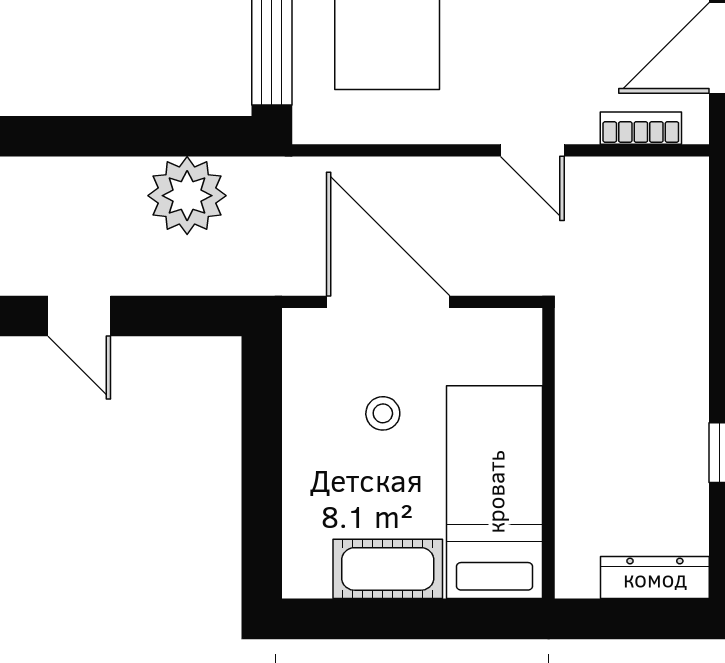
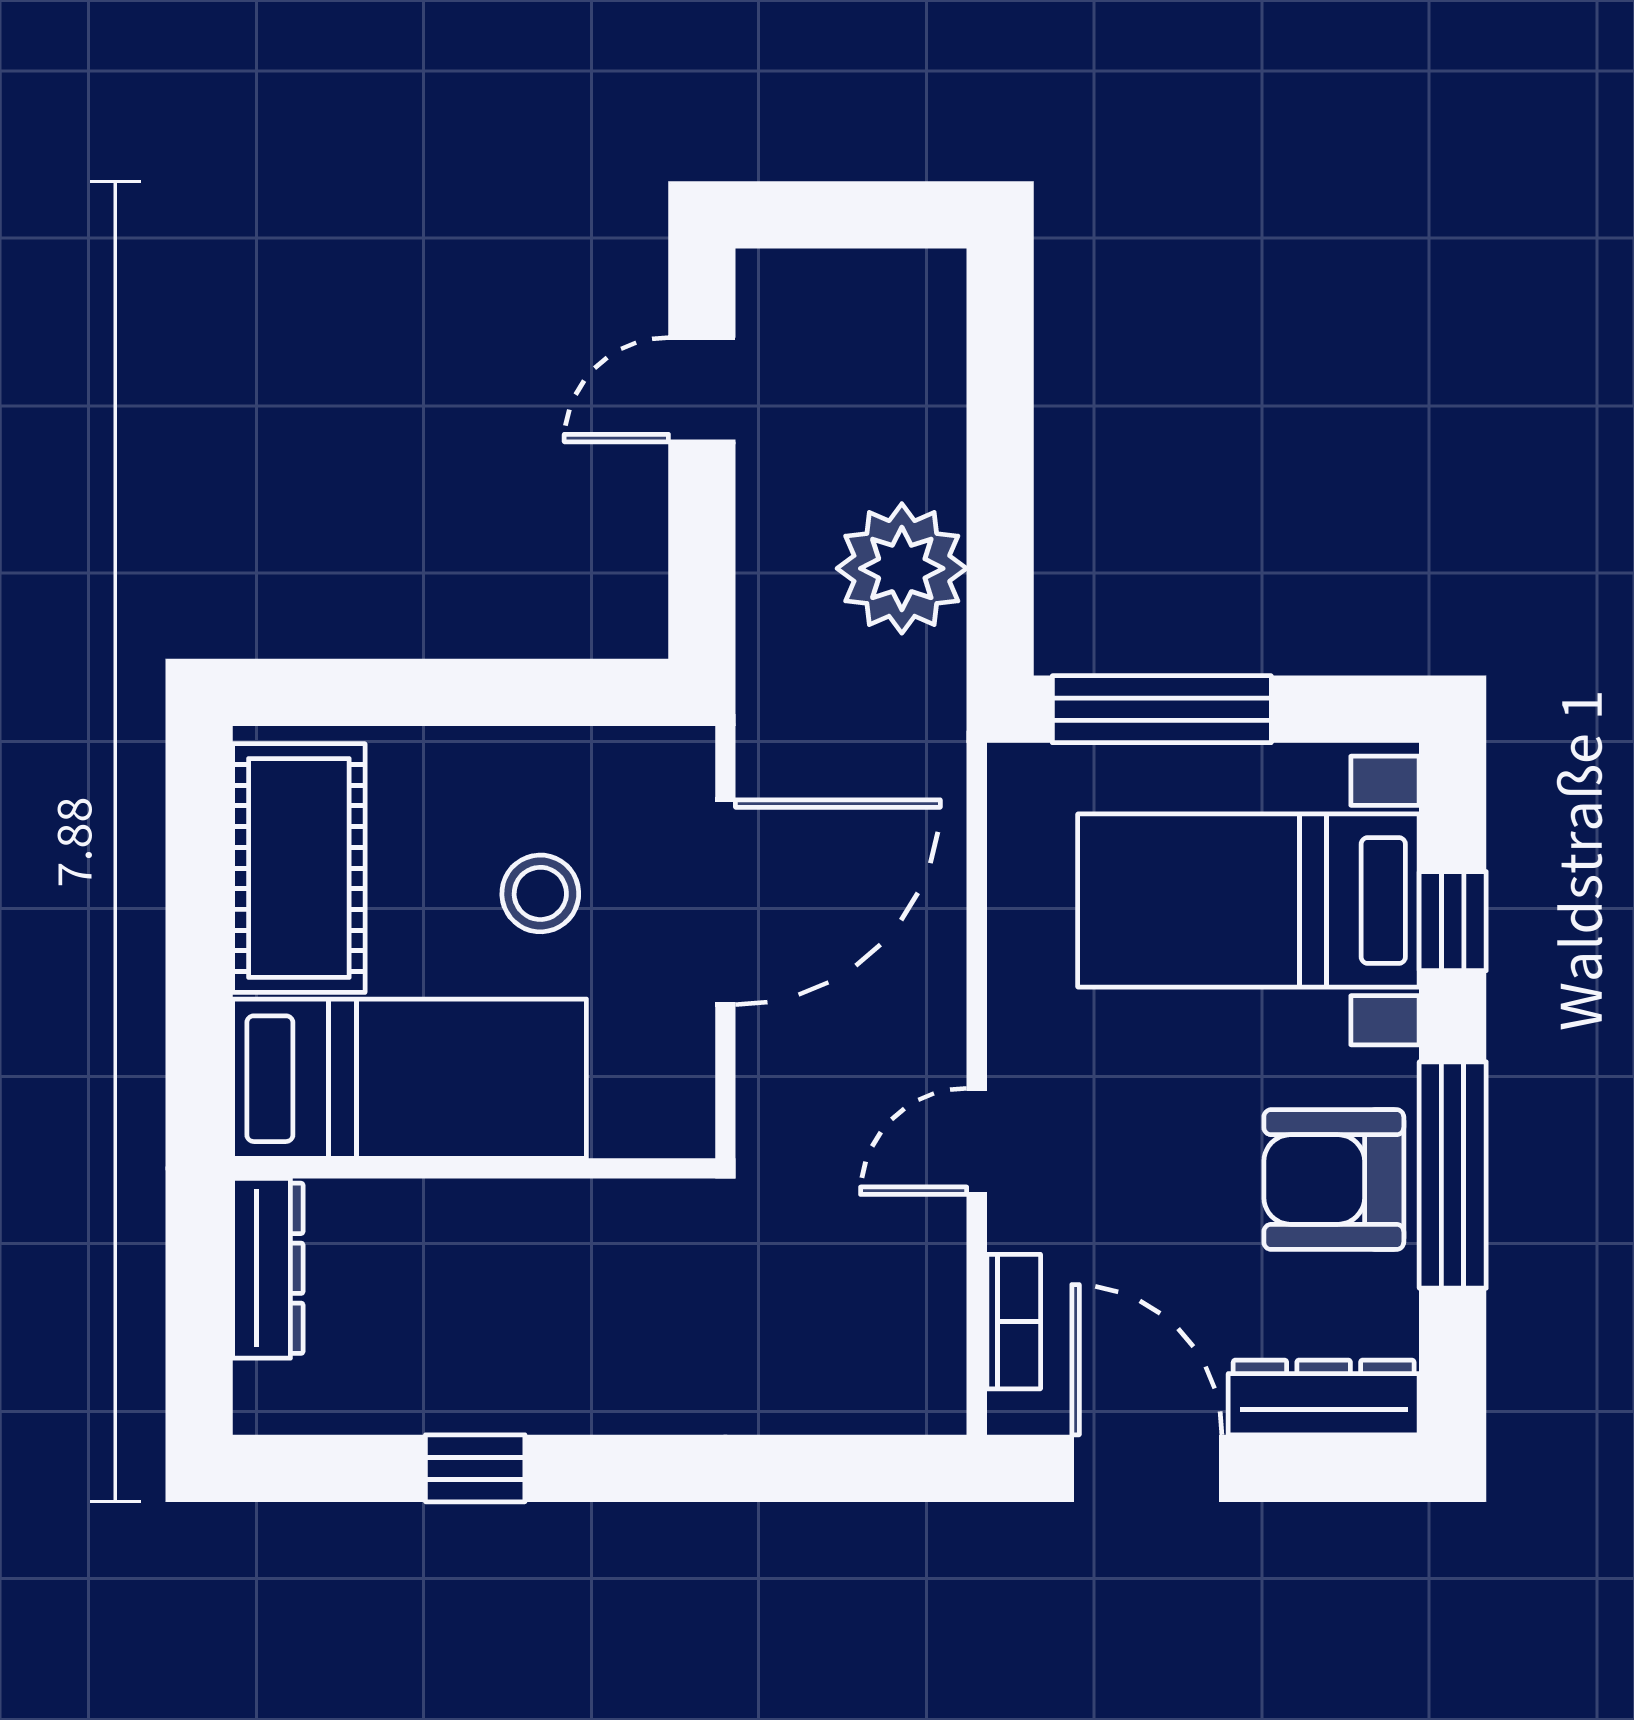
stool: (383, 413) -> (540, 893), width x1.37, depth x1.37
cot: (388, 569) -> (299, 868), width x1.37, depth x1.34
dresser: (655, 578) -> (268, 1268), moved

